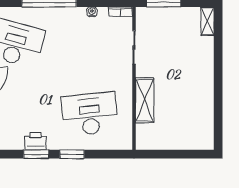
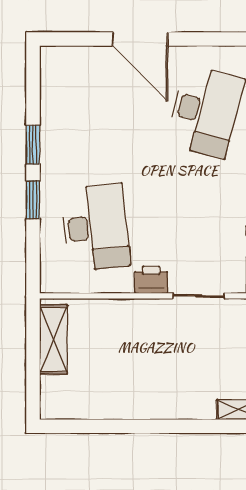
shelving: (145, 100) -> (53, 339), moved, turned 90
printer: (35, 141) -> (151, 280), moved, turned -90

